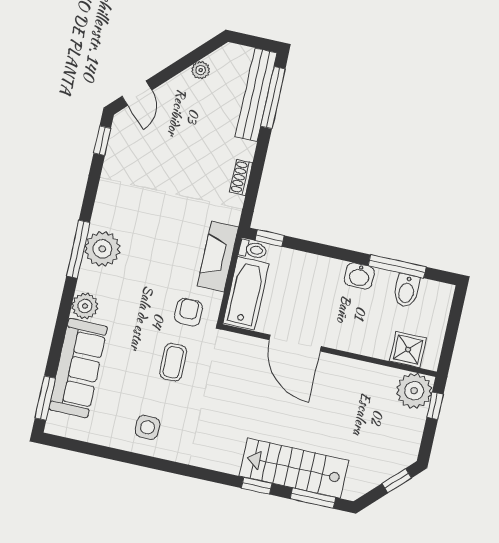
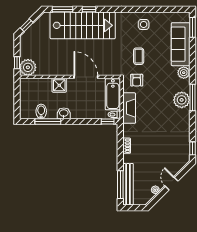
door: (137, 93) -> (171, 183), moved
shower: (408, 350) -> (59, 85), moved
stairs: (294, 468) -> (83, 25), width x1.36, depth x1.51

